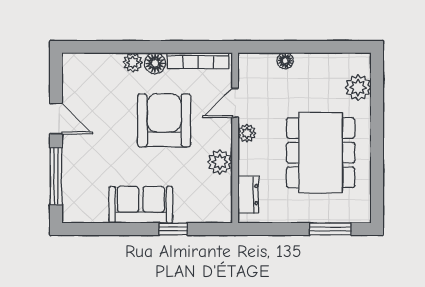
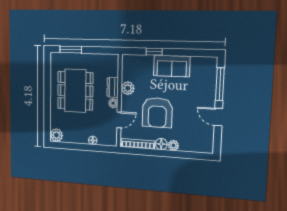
plant: (358, 88) -> (56, 135), moved
dresser: (248, 195) -> (113, 87), moved

